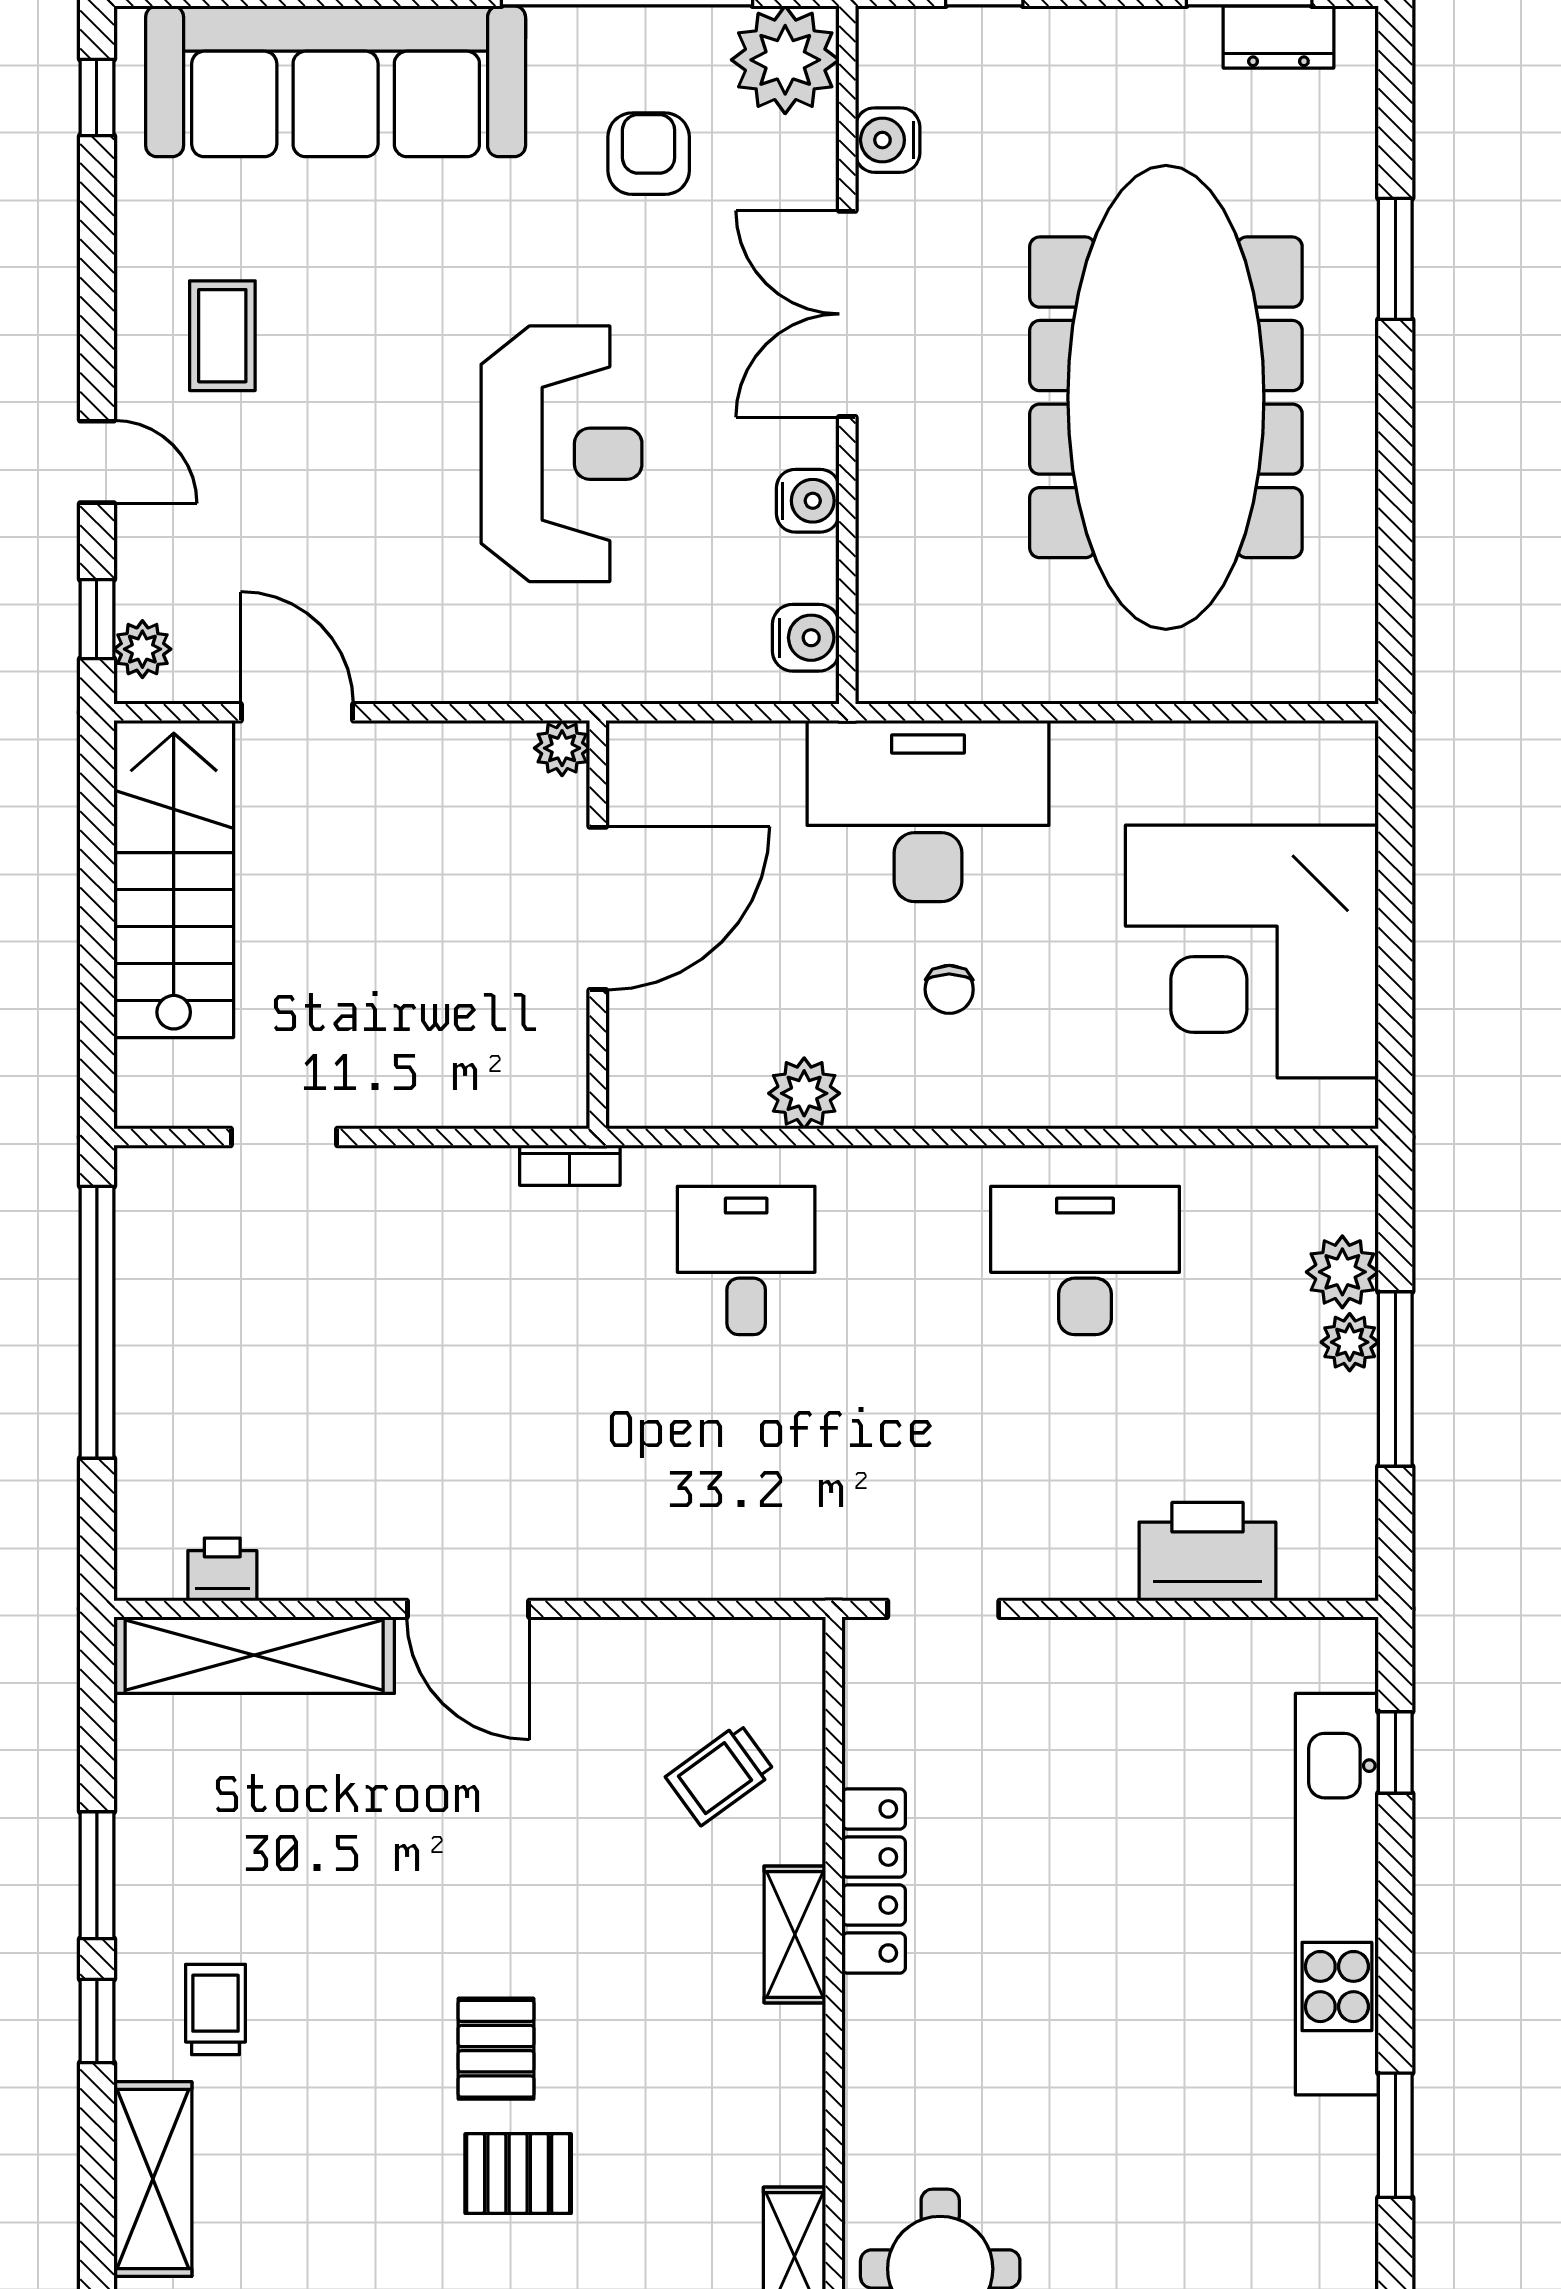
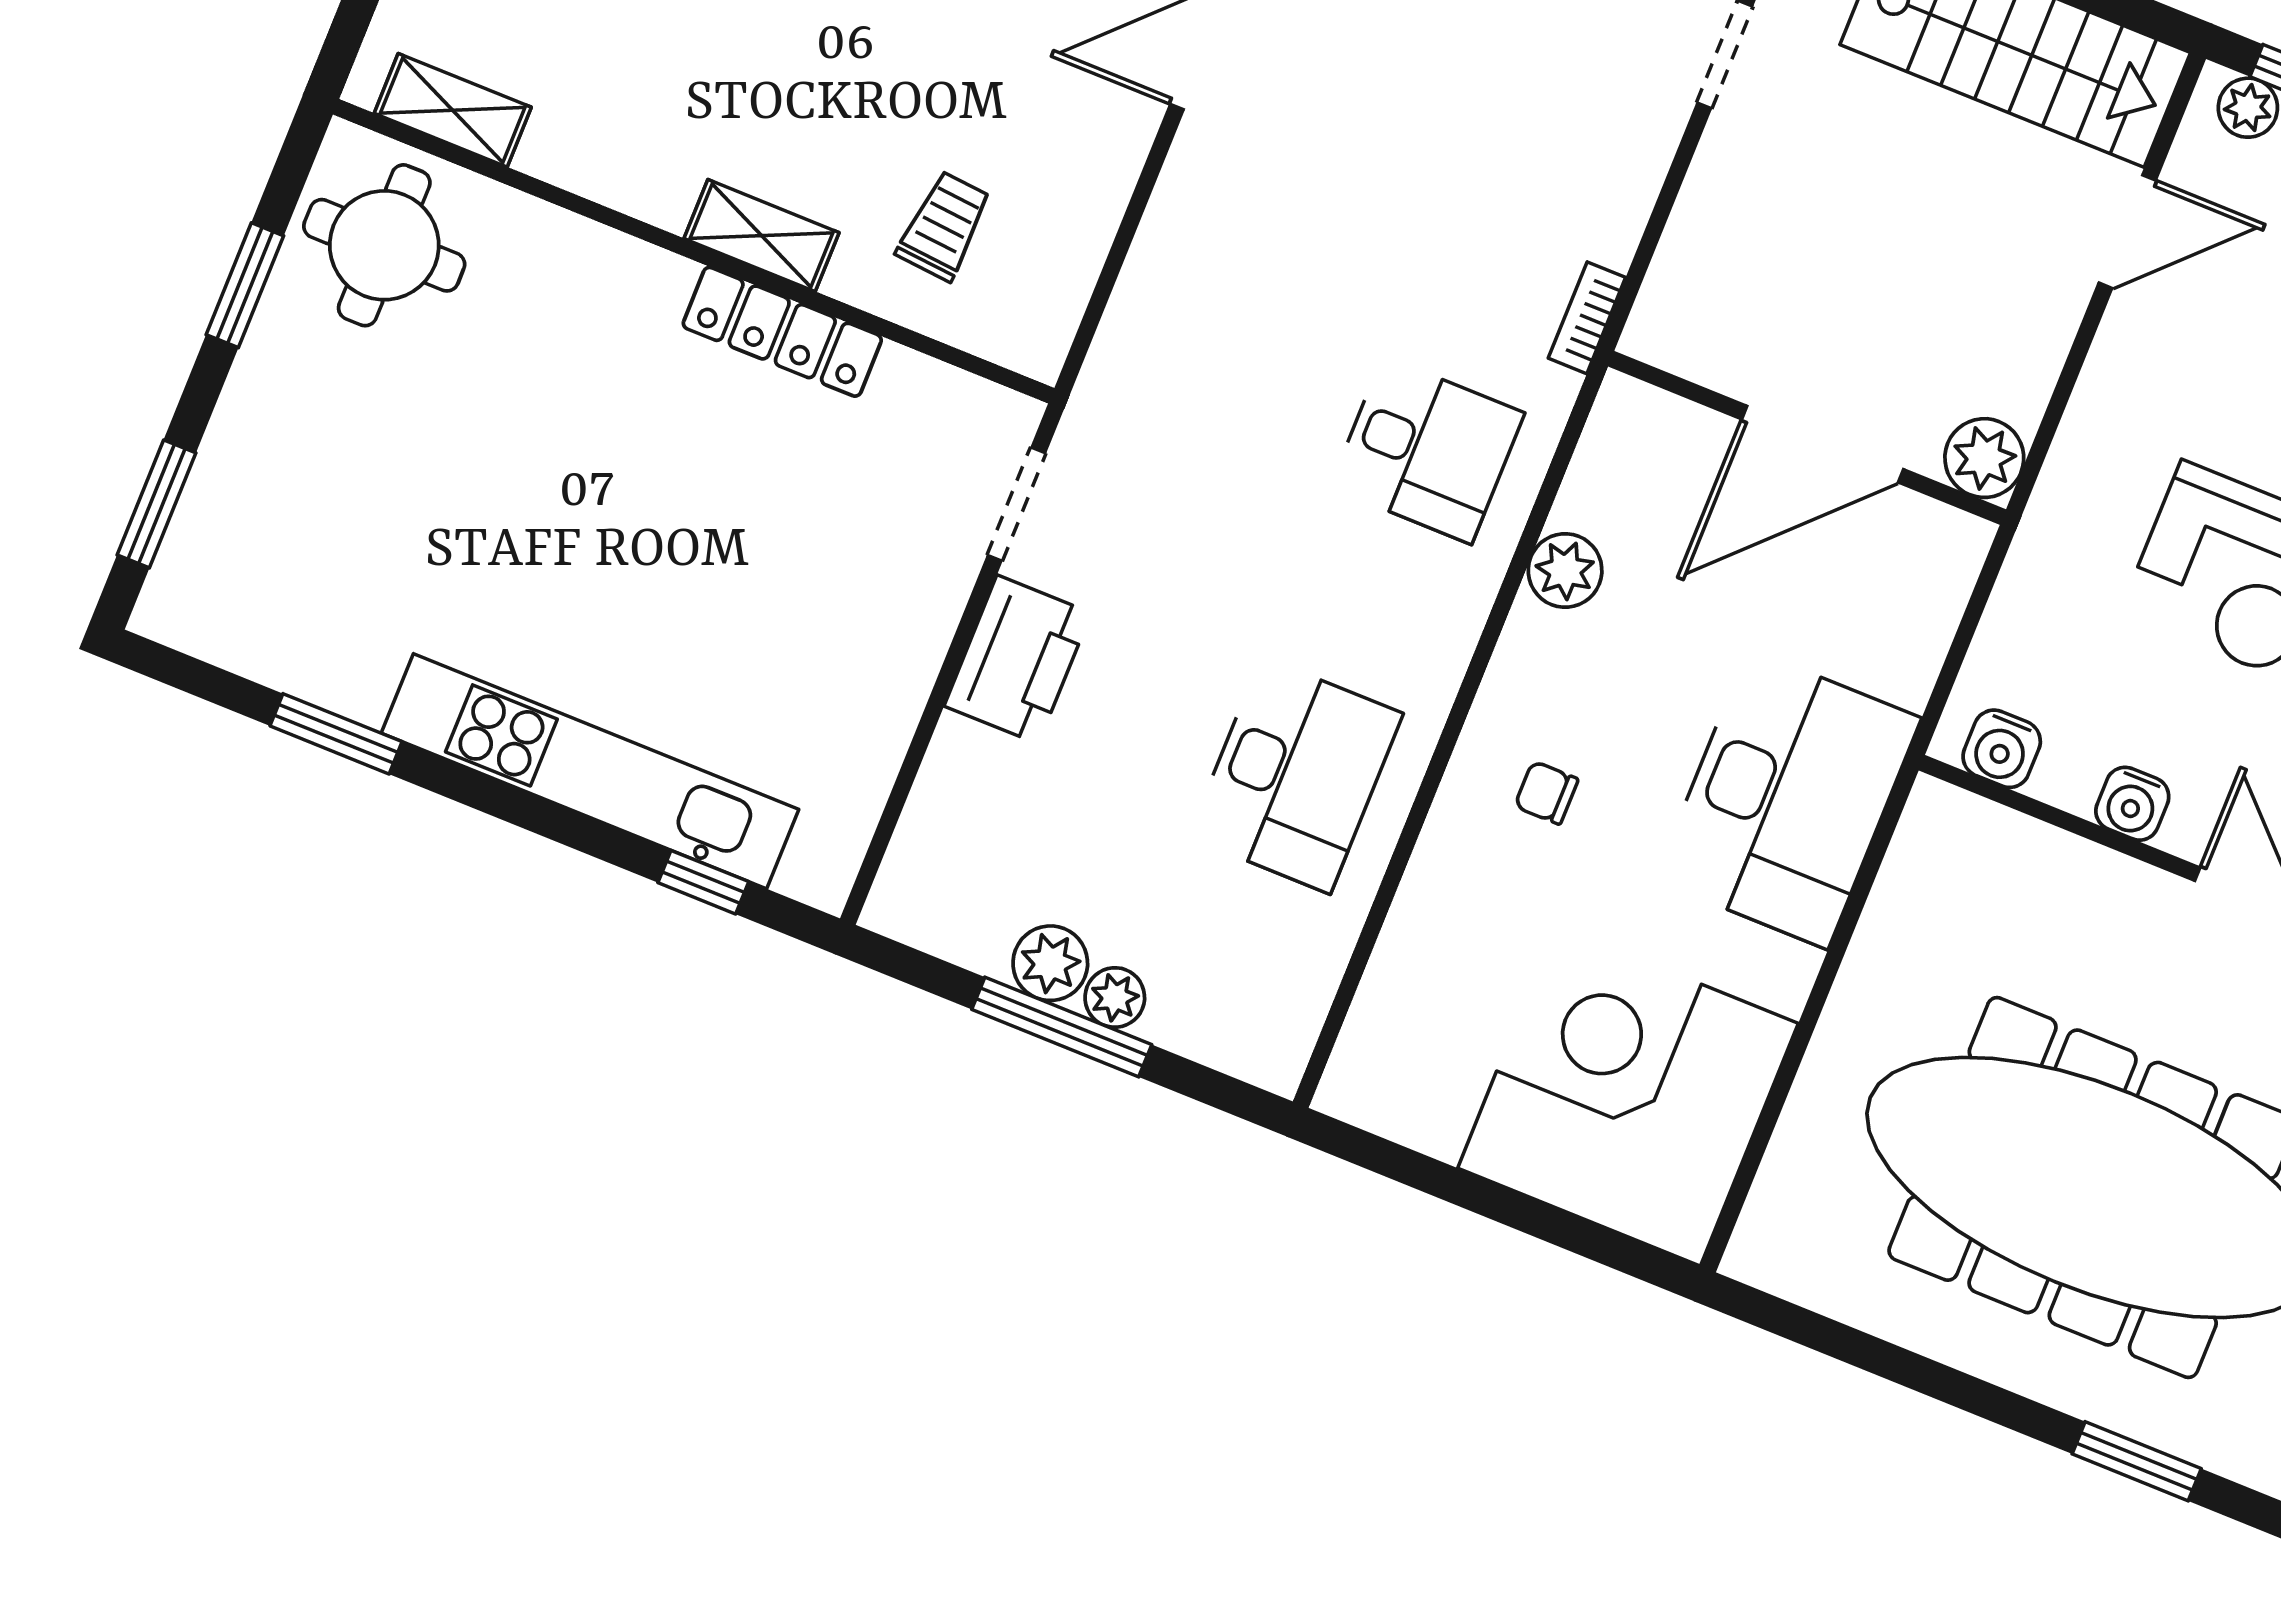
plant: (562, 748) -> (1984, 458), width x1.38, depth x1.38
door: (598, 908) -> (1823, 444), hinge flipped
corner desk: (1252, 952) -> (1628, 1096), moved
chair: (949, 989) -> (1546, 793), moved
plant: (1342, 1272) -> (1050, 963), moved
printer: (1207, 1552) -> (1018, 659), moved
trolley: (720, 1774) -> (944, 226), turned 41

